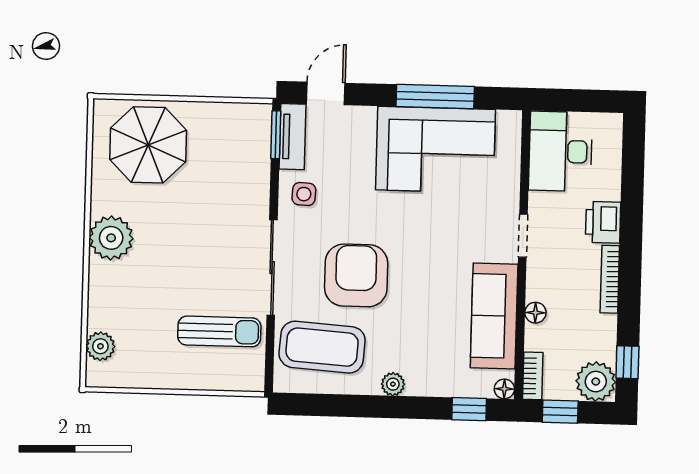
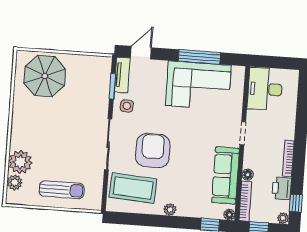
window: (276, 135) -> (112, 86), moved
printer: (603, 222) -> (282, 188), moved
plant: (111, 238) -> (20, 162), moved
sun lounger: (219, 331) -> (62, 190), moved
bookcase: (533, 376) -> (245, 201), width x1.56
plant: (596, 382) -> (283, 218), width x0.53, depth x0.53

